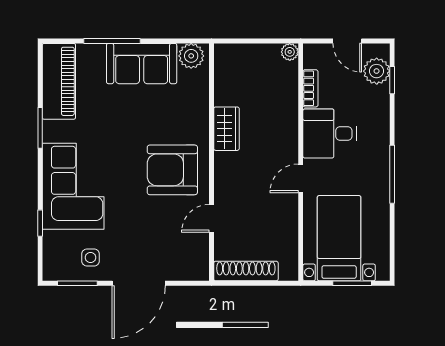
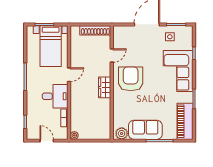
plant: (377, 71) -> (33, 126), removed
wardrobe: (226, 129) -> (105, 87), moved
armchair: (172, 170) -> (131, 79), turned -90

